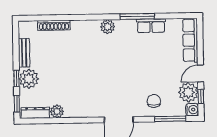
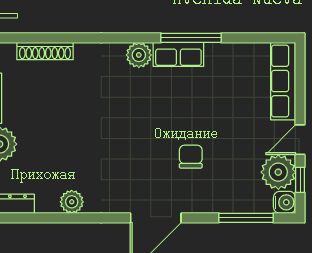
row of seats: (151, 26) -> (178, 54), moved
chair: (154, 101) -> (191, 157), moved
plant: (57, 111) -> (72, 202), moved

